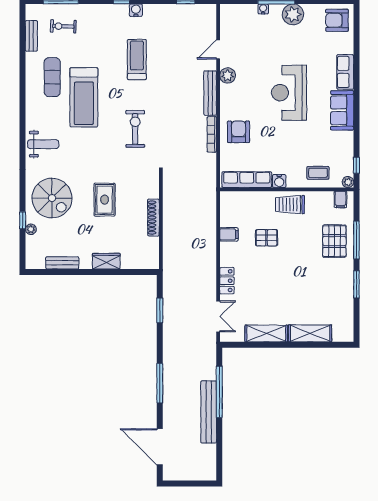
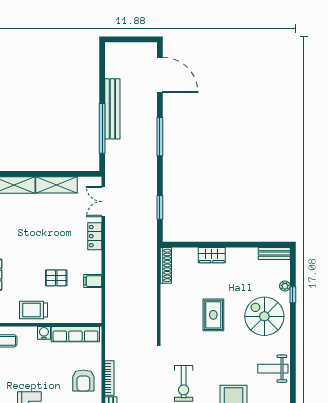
trolley: (290, 205) -> (33, 310), turned 180
shoe rack: (153, 218) -> (166, 265), moved
bench: (62, 263) -> (274, 253), moved

